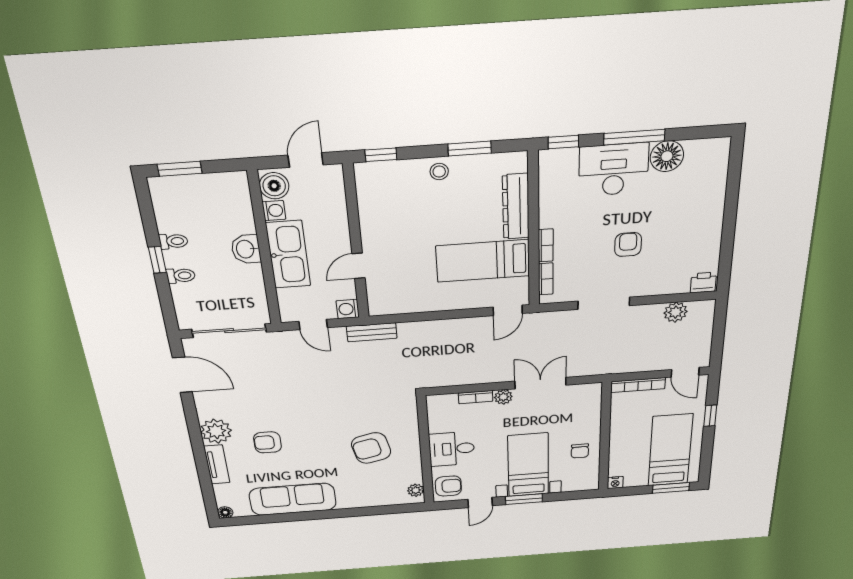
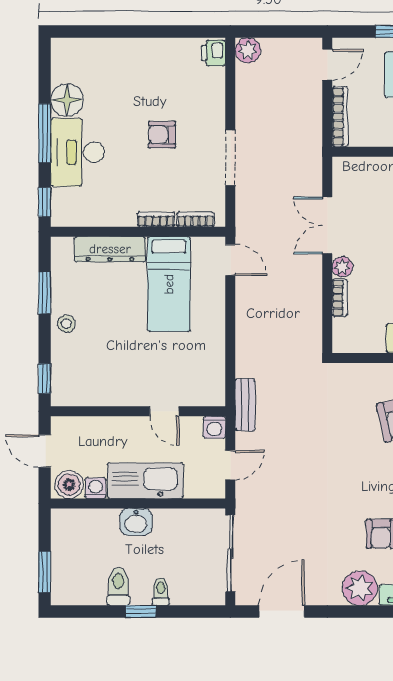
toilet: (173, 241) -> (118, 586), width x1.37, depth x1.39
plant: (676, 312) -> (248, 50), moved

